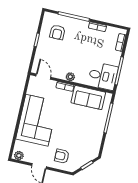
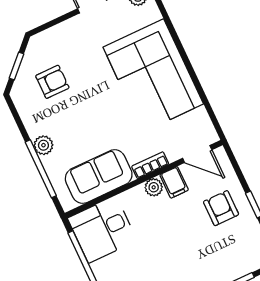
armchair: (57, 32) -> (221, 208), moved
filing cabinet: (61, 73) -> (174, 182), added
plant: (100, 126) -> (43, 145), added
armchair: (62, 156) -> (52, 82), moved

